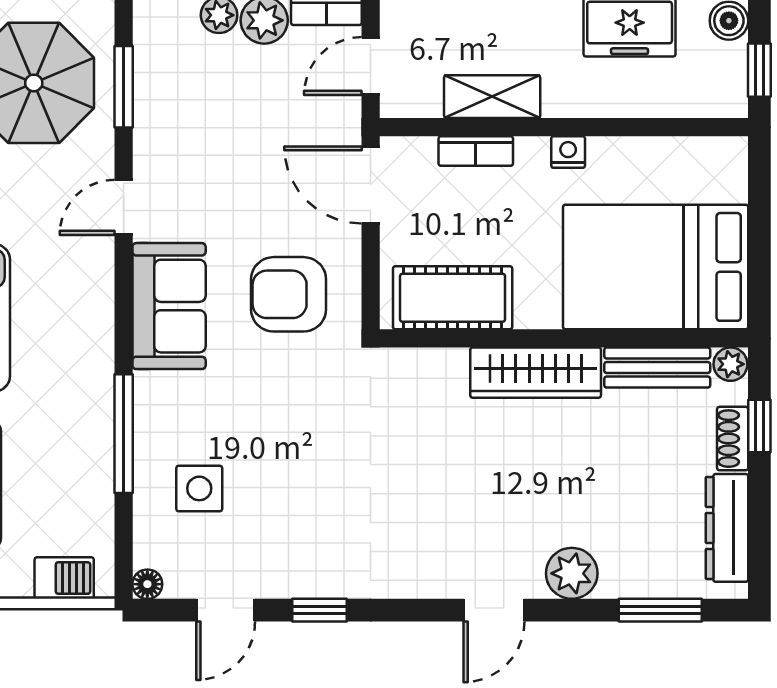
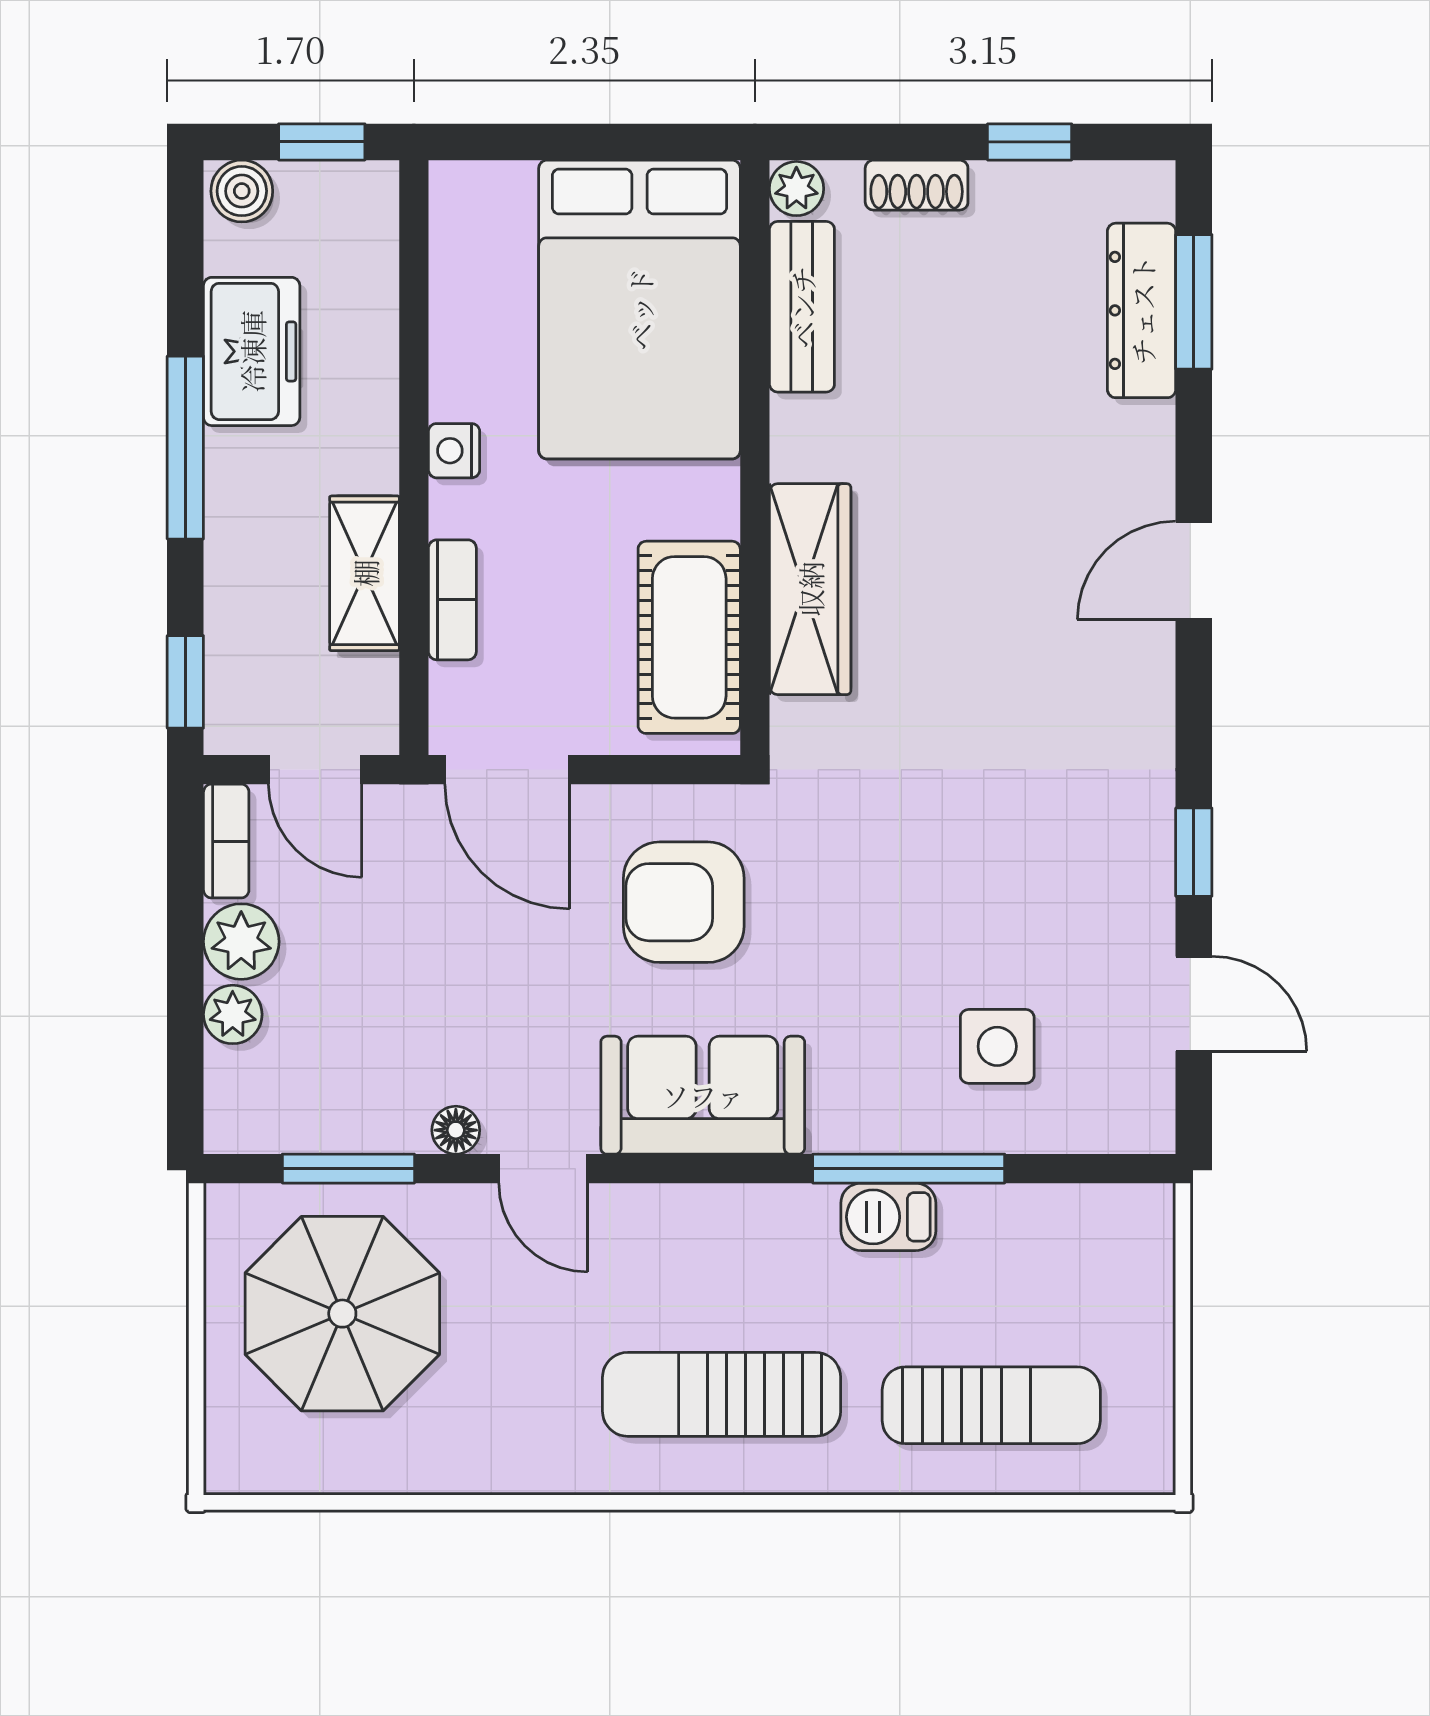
door: (371, 185) -> (507, 770), hinge flipped
armchair: (289, 294) -> (684, 902), turned 90
wardrobe: (536, 373) -> (810, 589), moved
window: (759, 426) -> (1030, 142), moved
dresser: (727, 528) -> (1142, 310), moved, turned 90
plant: (572, 573) -> (1134, 445), removed
barbecue: (64, 578) -> (888, 1217), moved, turned -90
floor lamp: (147, 584) -> (456, 1130), moved
door: (494, 610) -> (1194, 570), swing flipped

